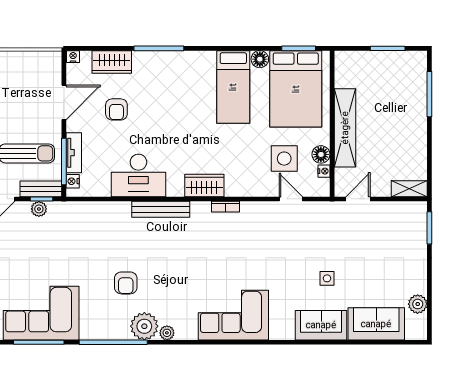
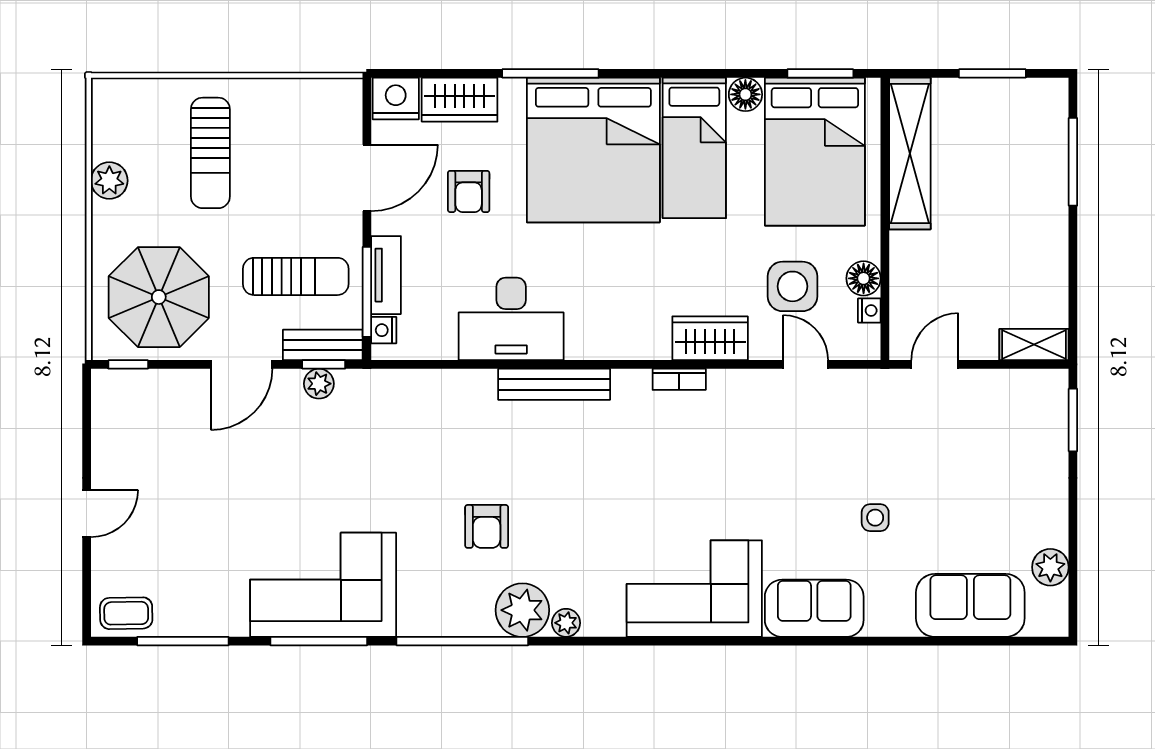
nightstand: (73, 57) -> (396, 99), width x1.89, depth x1.79
bed: (181, 88) -> (593, 150), added
shelving: (345, 128) -> (910, 154), moved
wardrobe: (204, 185) -> (710, 338), moved
sofa: (321, 325) -> (814, 608), moved

